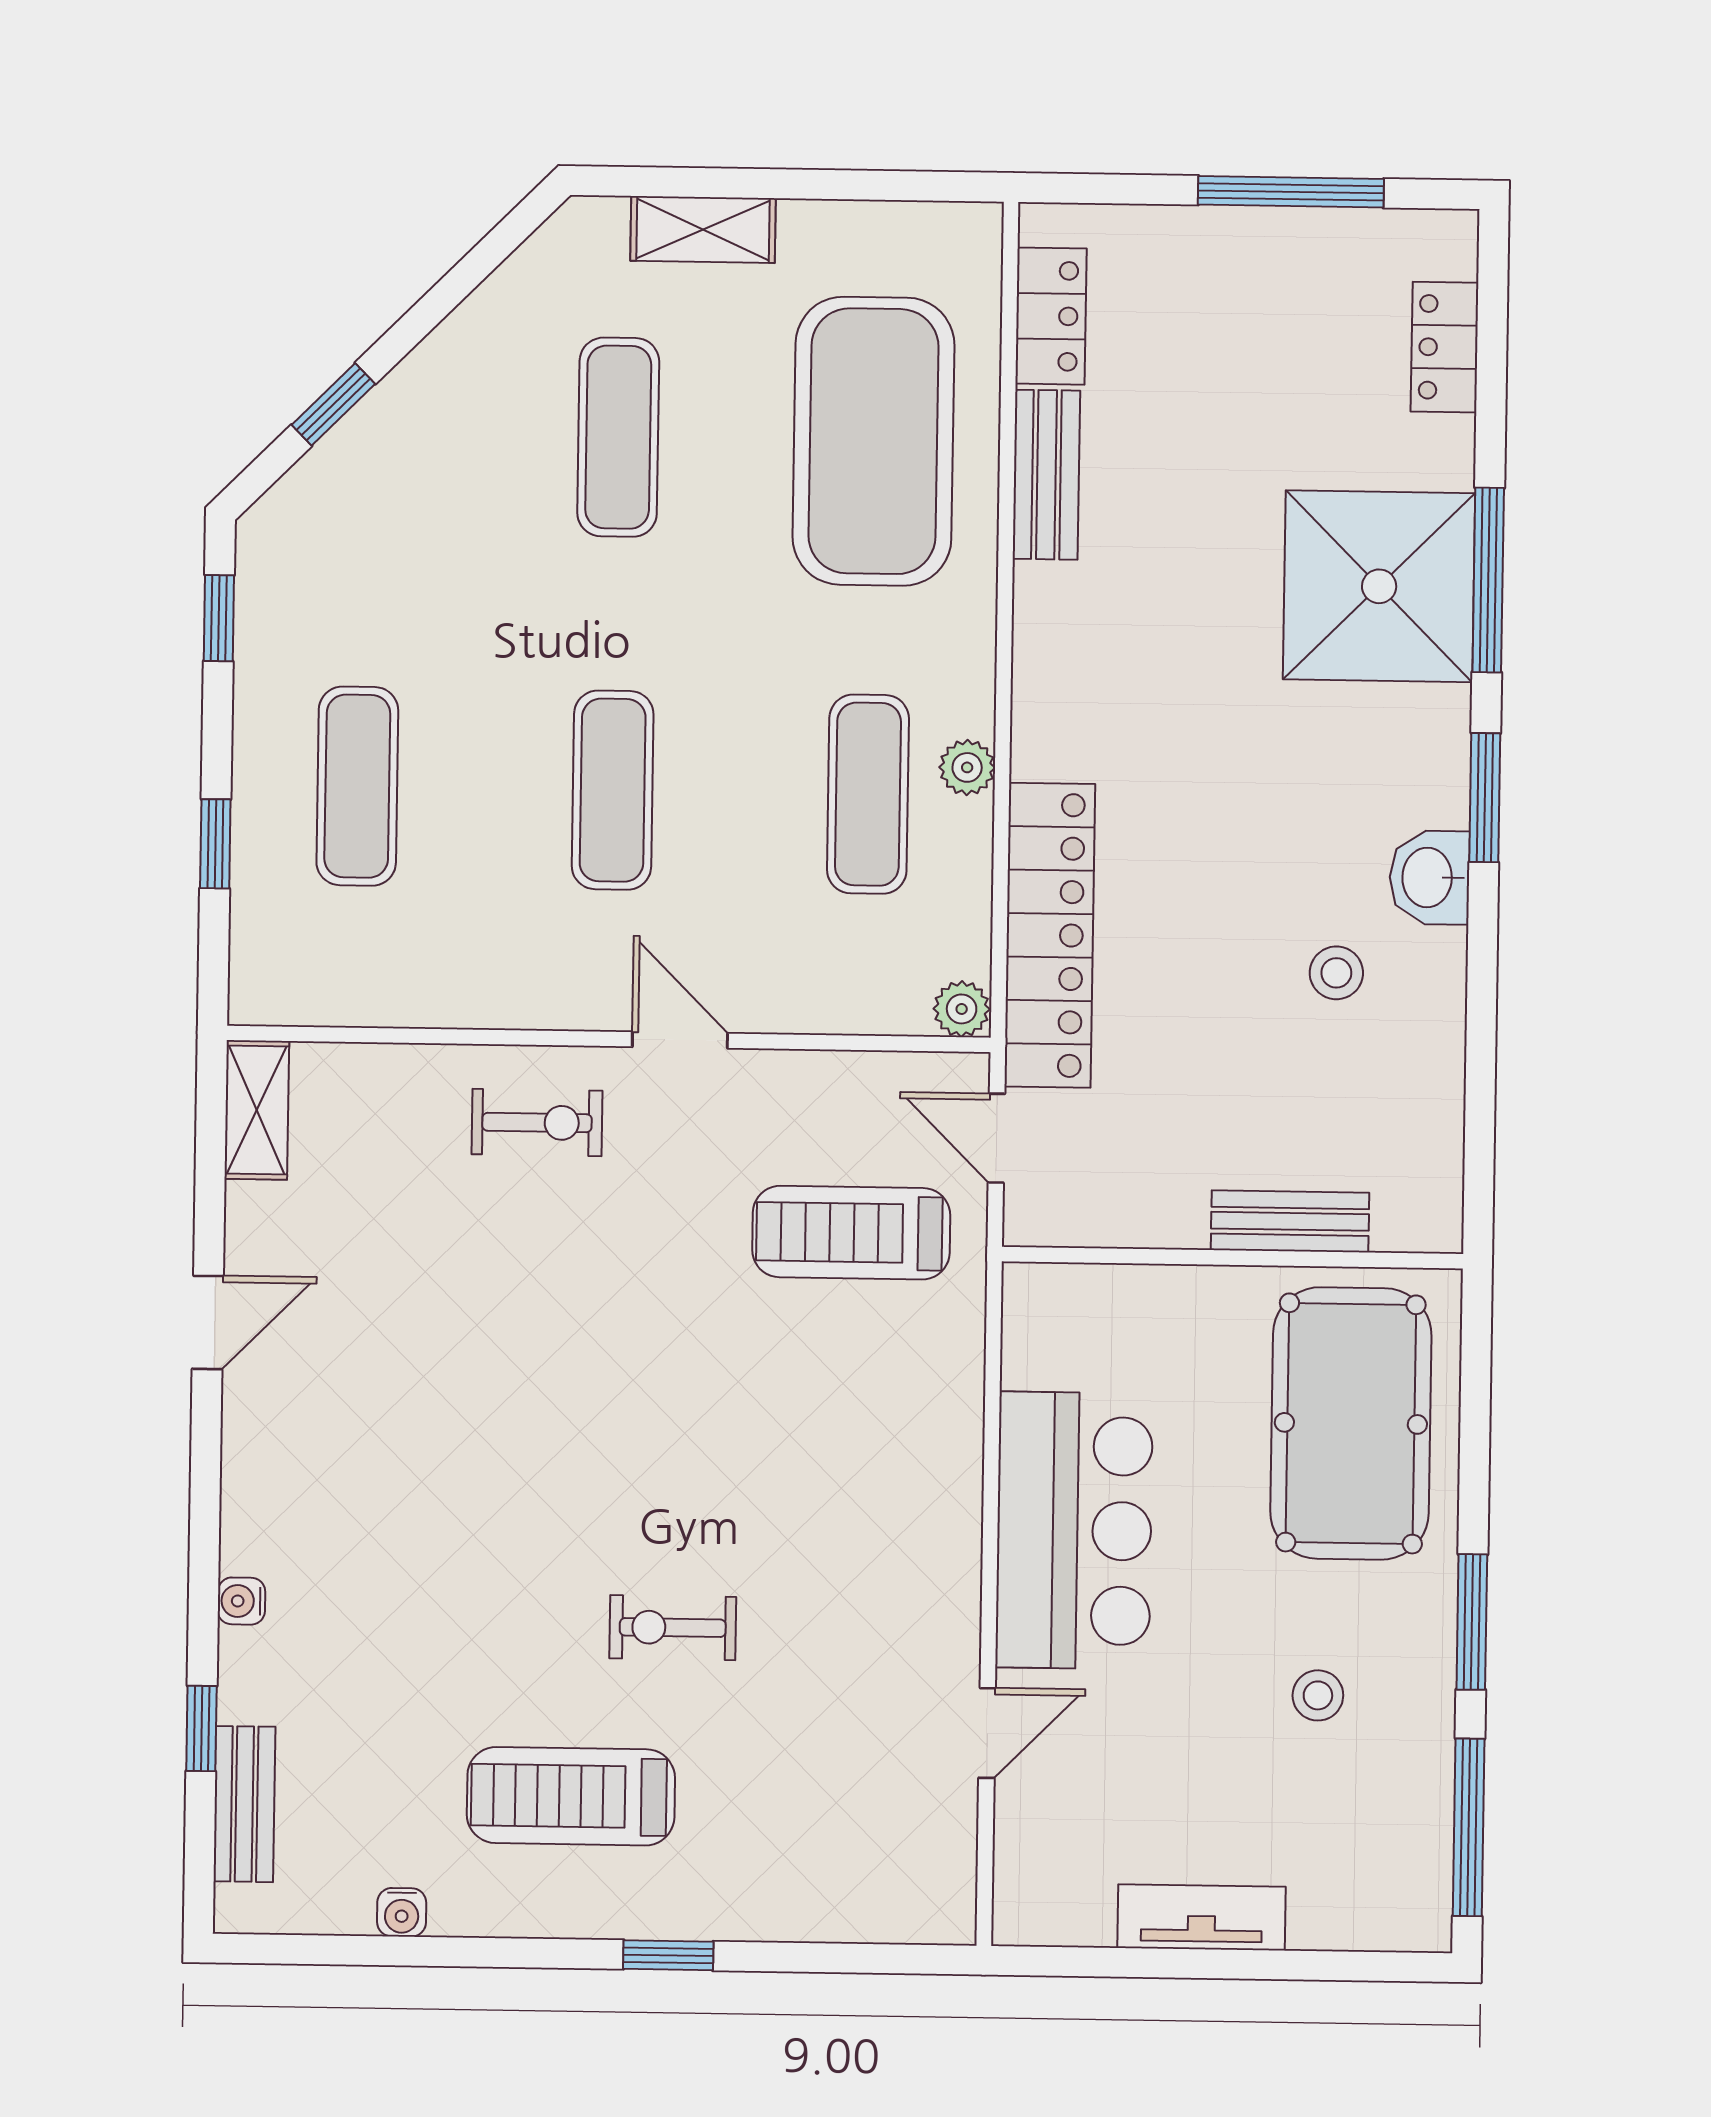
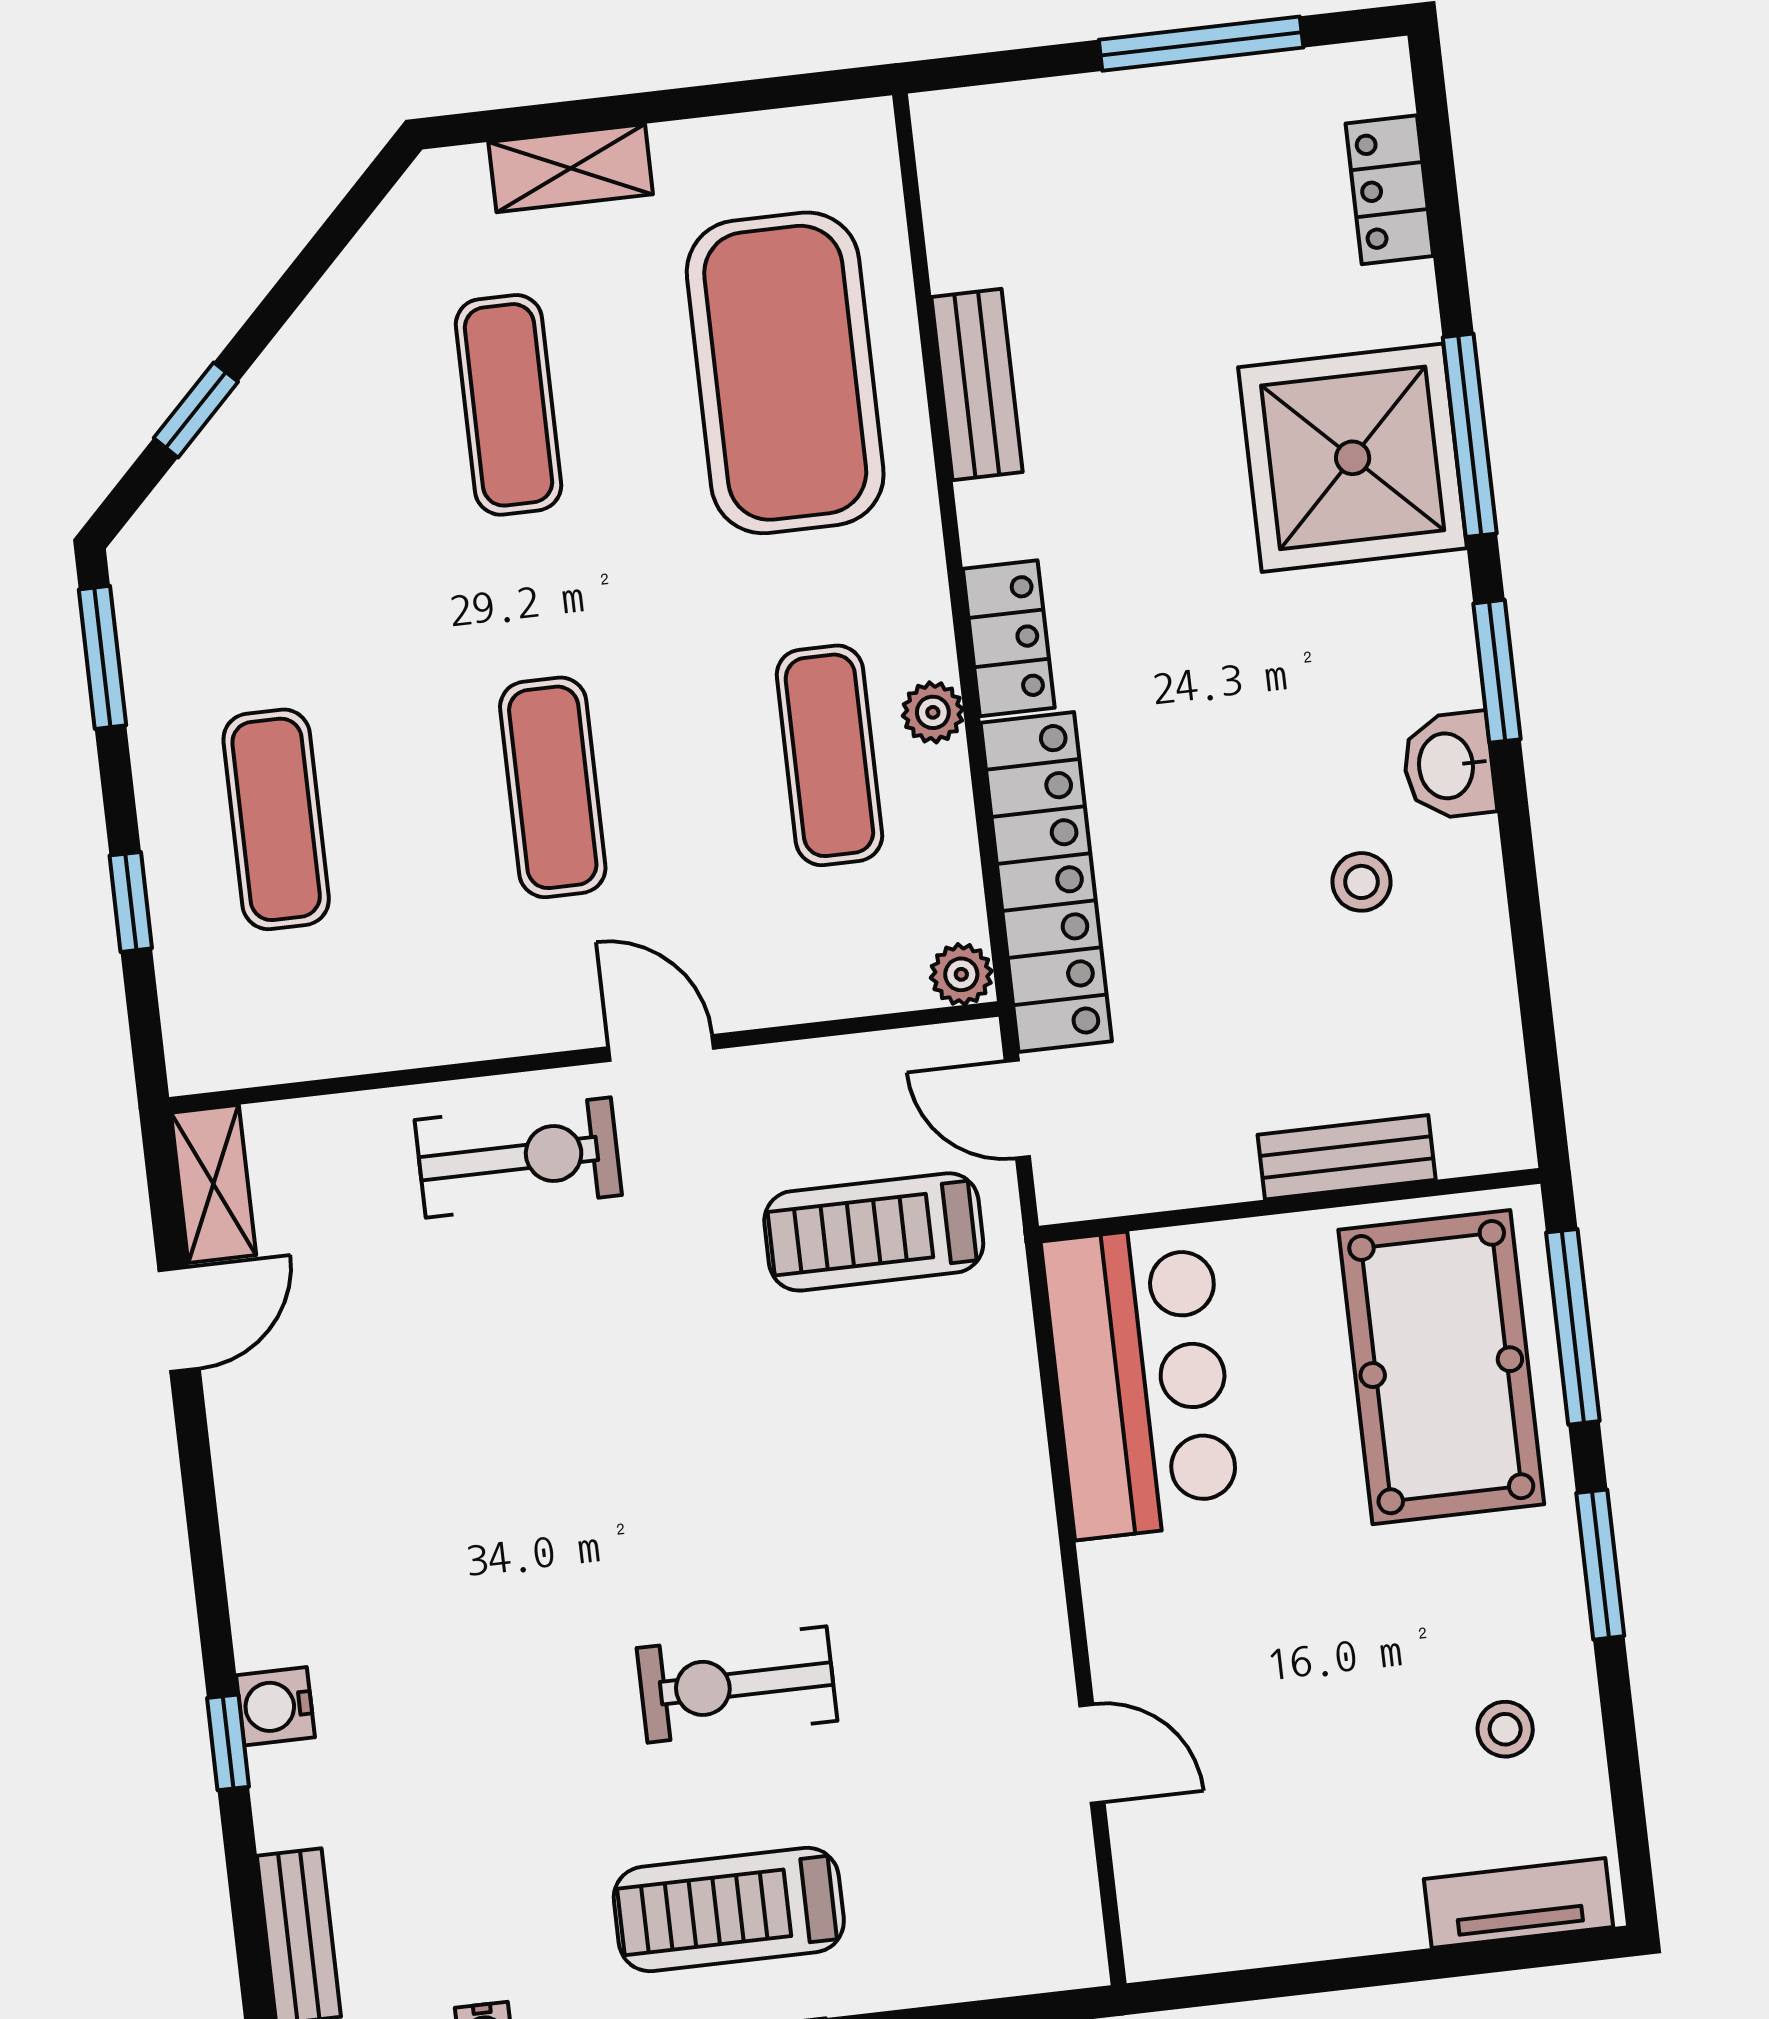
locker: (1051, 316) -> (1009, 638), moved
window: (219, 618) -> (102, 657), width x1.50
exercise bike: (537, 1122) -> (518, 1158), width x1.38, depth x1.39
door: (208, 1322) -> (179, 1319), moved
bar counter: (1074, 1530) -> (1141, 1381), moved
water cooler: (241, 1601) -> (275, 1706), width x1.38, depth x1.38
exercise bike: (673, 1628) -> (737, 1684), width x1.38, depth x1.39
stool: (1318, 1695) -> (1505, 1729), moved
window: (201, 1729) -> (228, 1742), moved
door: (987, 1733) -> (1092, 1754), hinge flipped
treadmill: (571, 1796) -> (729, 1910), moved
window: (1469, 1827) -> (1573, 1327), moved
tv unit: (1201, 1917) -> (1518, 1903), moved

